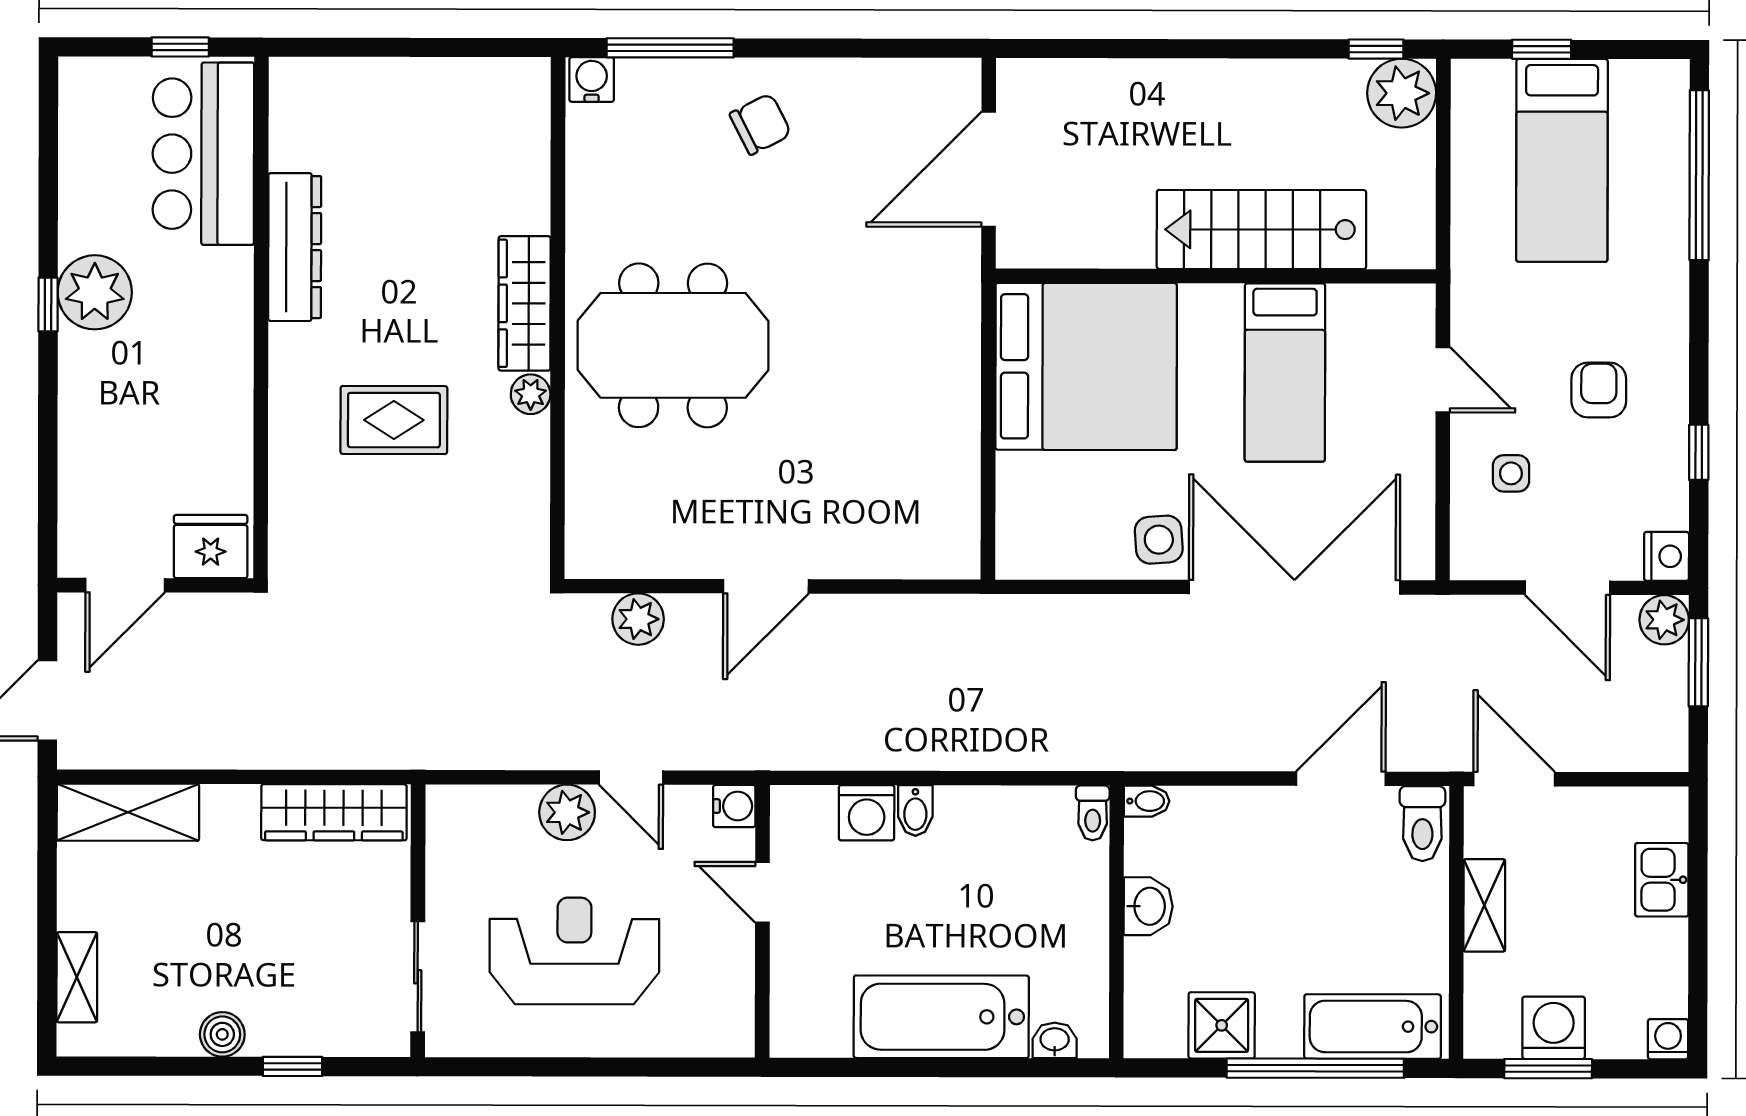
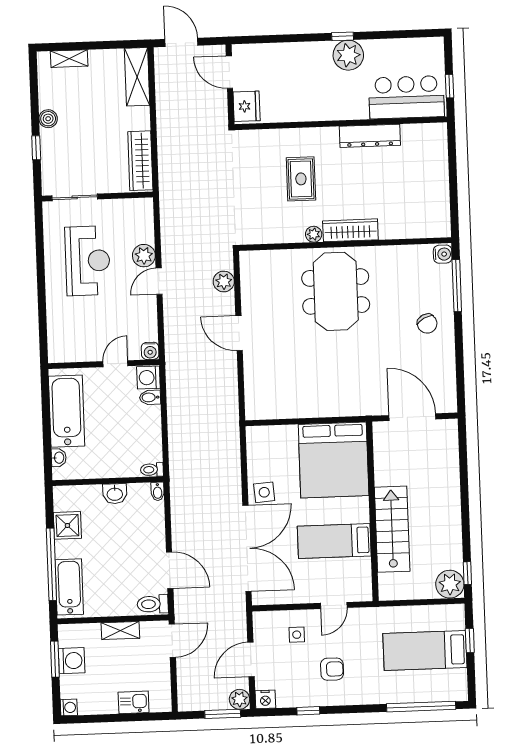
water cooler: (734, 806) -> (150, 351), moved
door: (762, 892) -> (115, 364), moved
wall: (762, 921) -> (104, 364), moved

